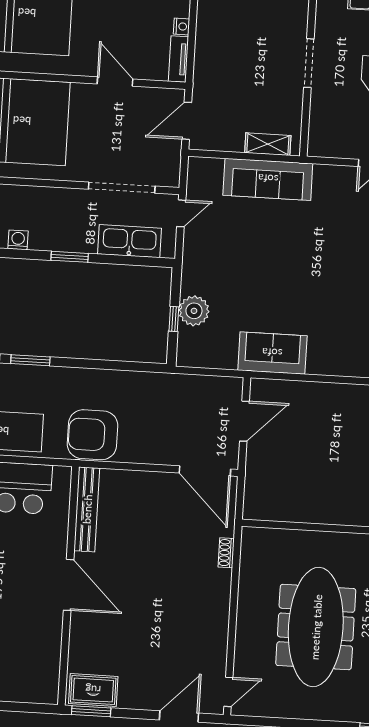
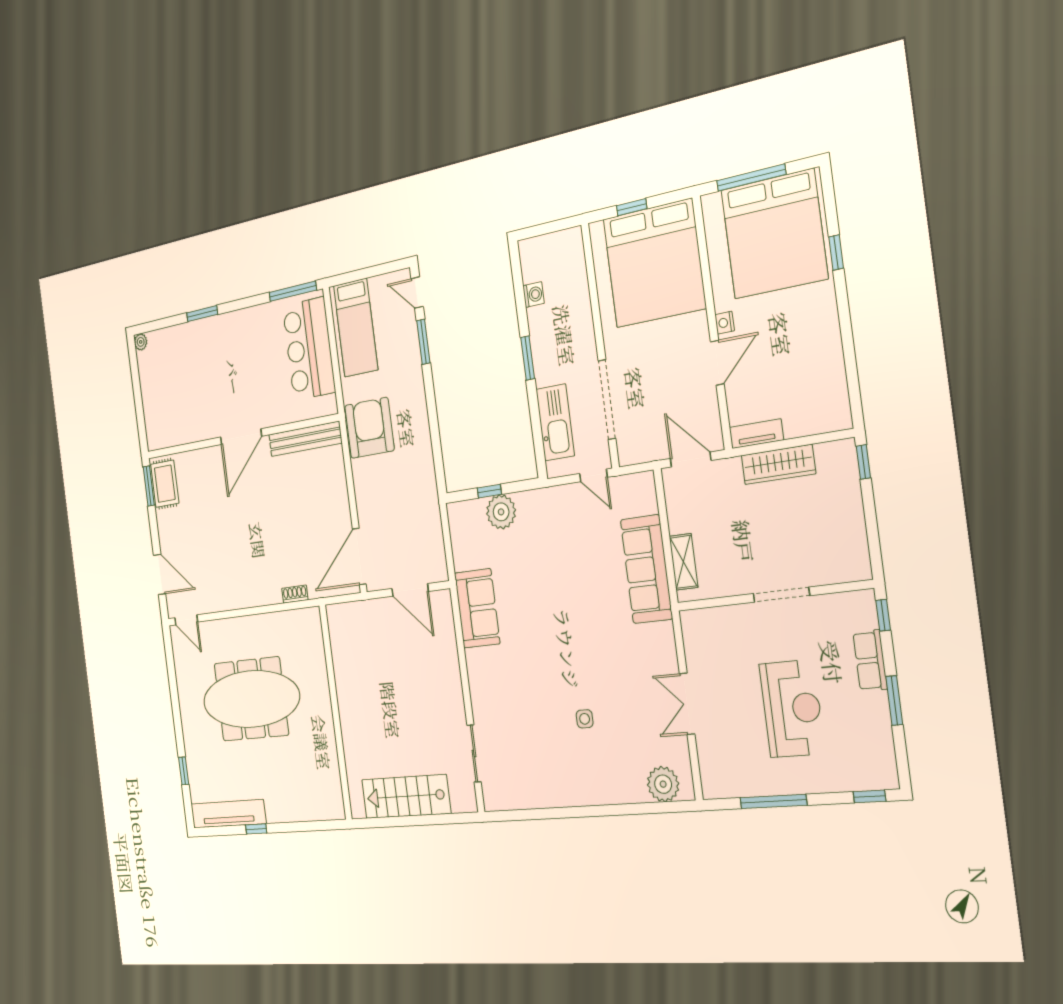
nightstand: (181, 26) -> (725, 323), moved, turned 90
wardrobe: (206, 45) -> (778, 464), added

